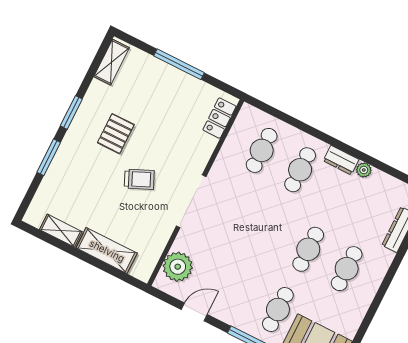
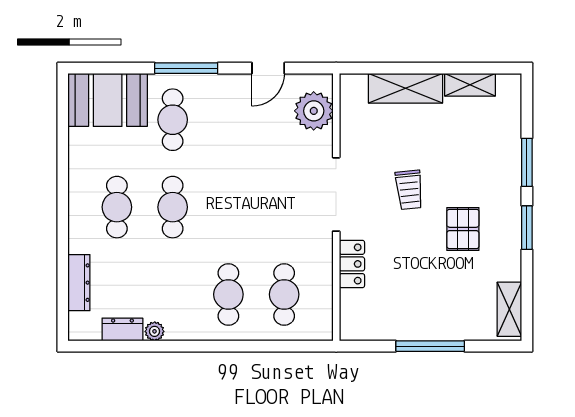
locker: (219, 118) -> (352, 264), moved
dresser: (341, 160) -> (122, 329), moved
trolley: (139, 179) -> (409, 190), turned -72

